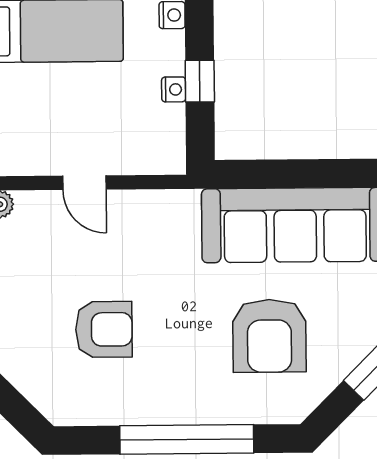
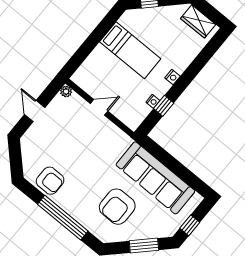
door: (84, 183) -> (99, 107), swing flipped
armchair: (104, 329) -> (50, 181), moved

